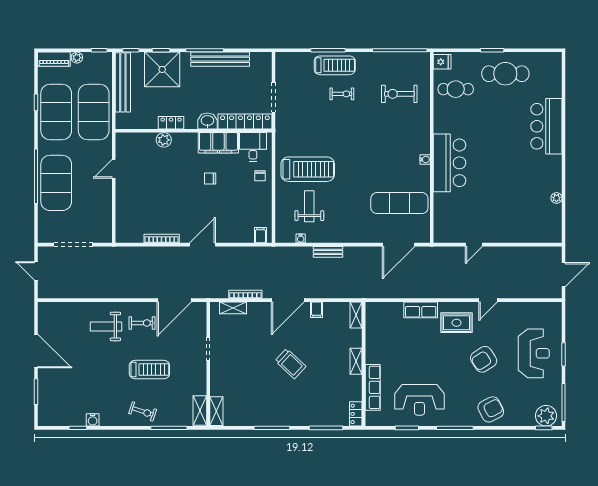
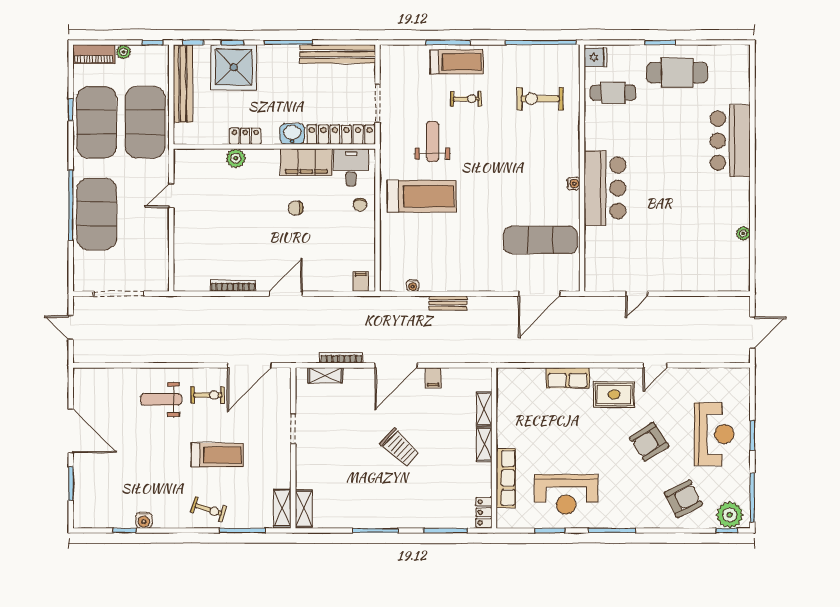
bench: (220, 59) -> (338, 54), moved
weight bench: (309, 206) -> (433, 141), moved
shelving: (356, 315) -> (484, 409), moved
armchair: (491, 409) -> (683, 499), moved

